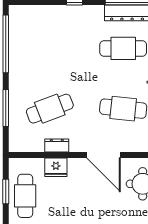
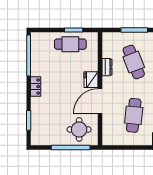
fridge: (56, 167) -> (91, 80), moved

